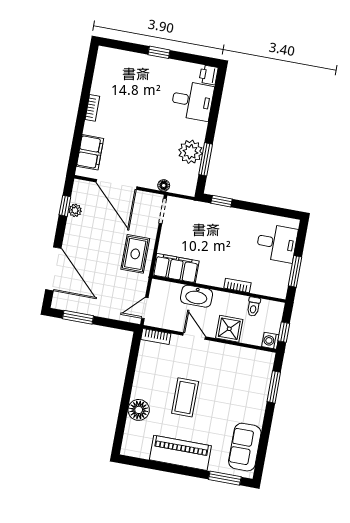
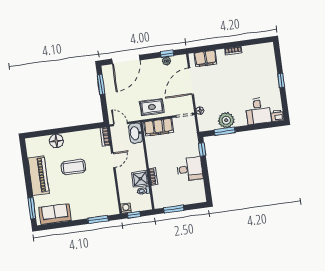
desk: (277, 243) -> (190, 169), moved, turned -90
filing cabinet: (176, 268) -> (159, 127), moved, turned 90
washbasin: (196, 296) -> (135, 133), moved
shower: (229, 329) -> (140, 179), moved

